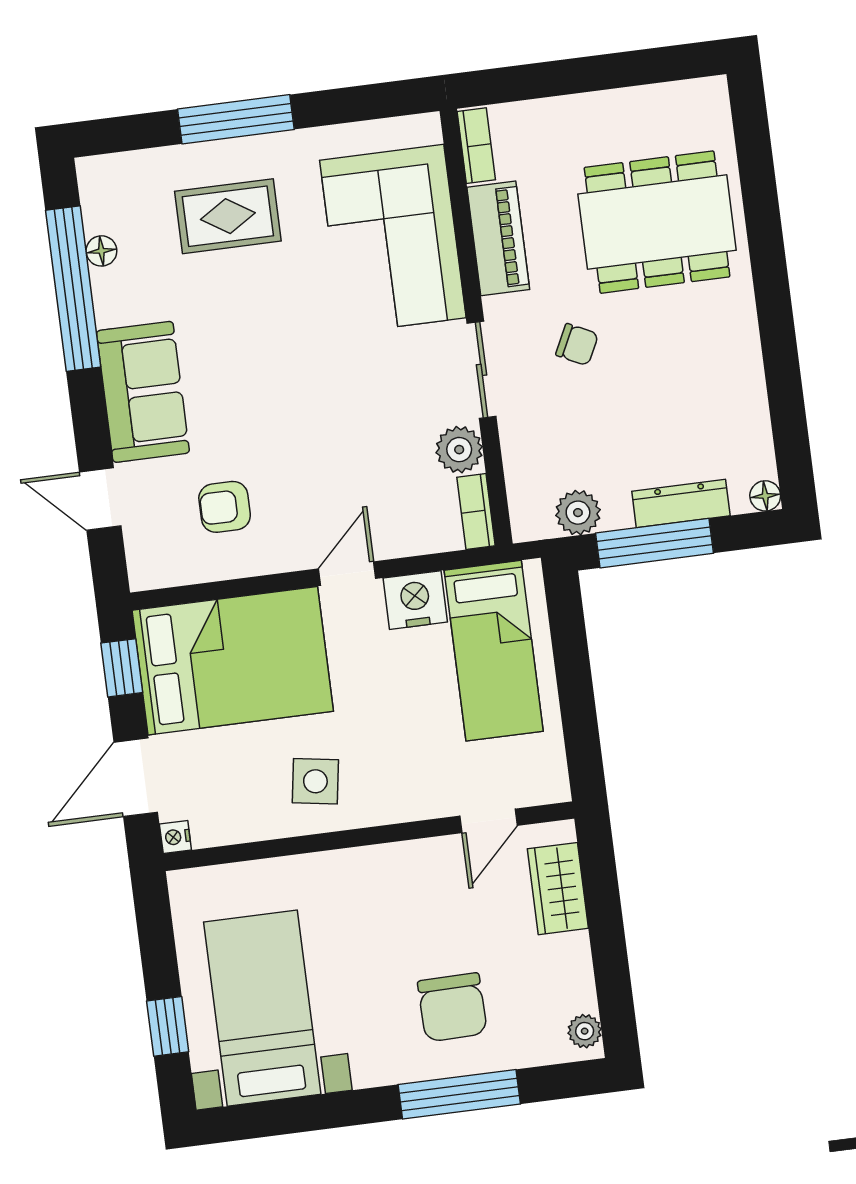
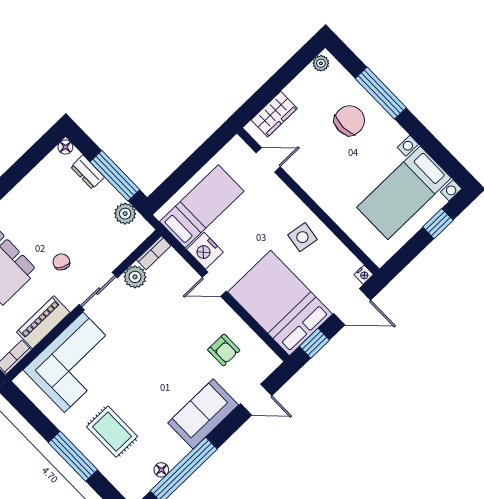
door: (100, 499) -> (256, 400), hinge flipped
dresser: (681, 503) -> (88, 172), width x0.70

